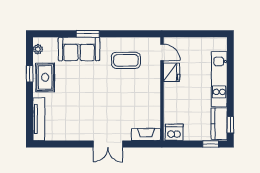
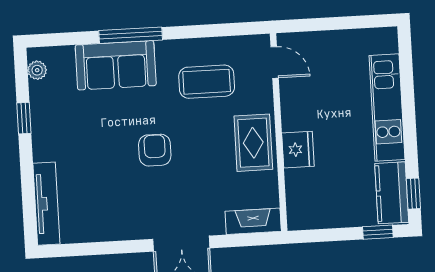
window: (88, 34) -> (131, 35), width x1.44
fridge: (171, 72) -> (298, 150), moved
rug: (45, 77) -> (253, 143), moved
armchair: (97, 94) -> (155, 150), added
dishwasher: (174, 132) -> (307, 214), removed

